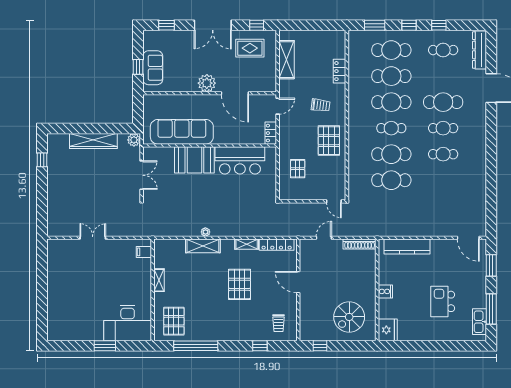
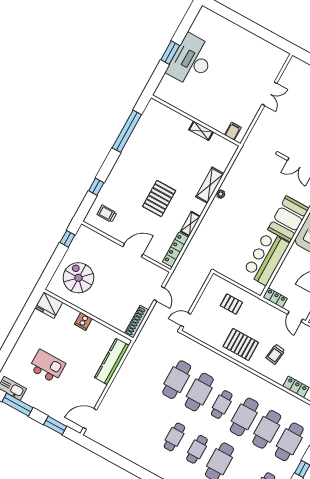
pallet: (240, 284) -> (159, 199), turned 90
pallet: (174, 321) -> (159, 124), removed
desk: (128, 323) -> (191, 61), moved

